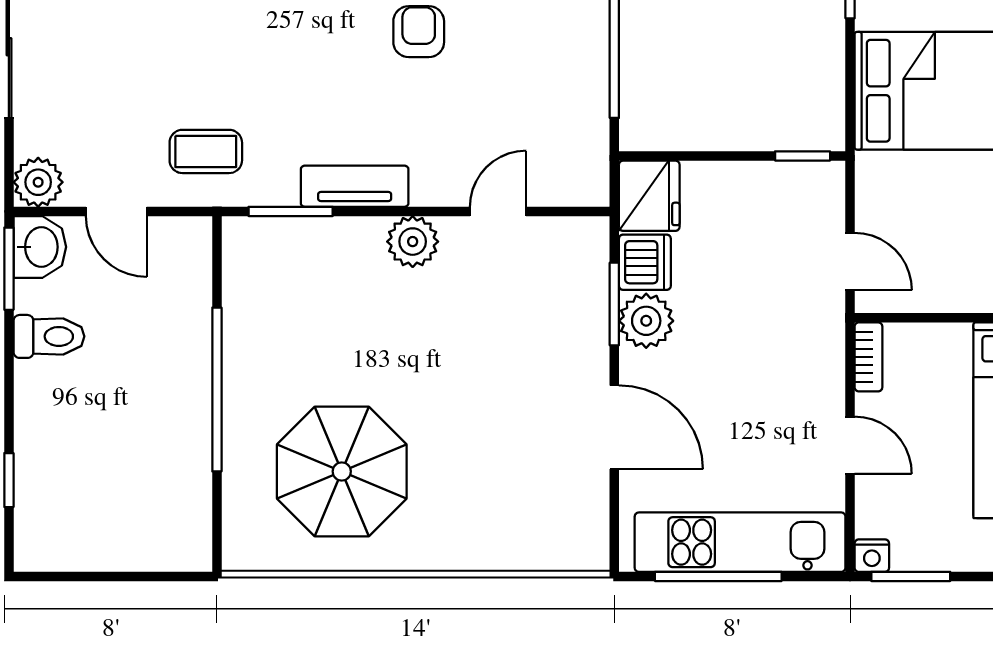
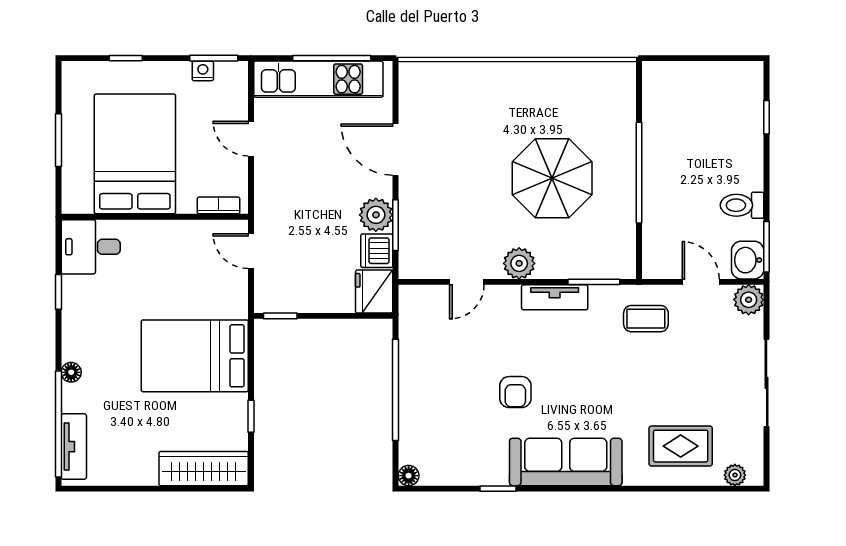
bookcase: (868, 357) -> (218, 205), moved, turned 90
parasol: (342, 471) -> (552, 178), moved
nightstand: (872, 556) -> (203, 71), moved

